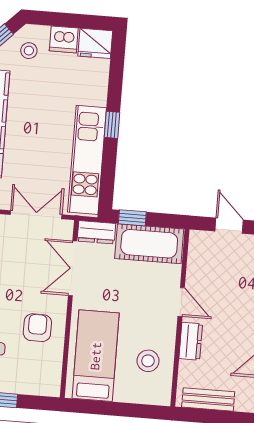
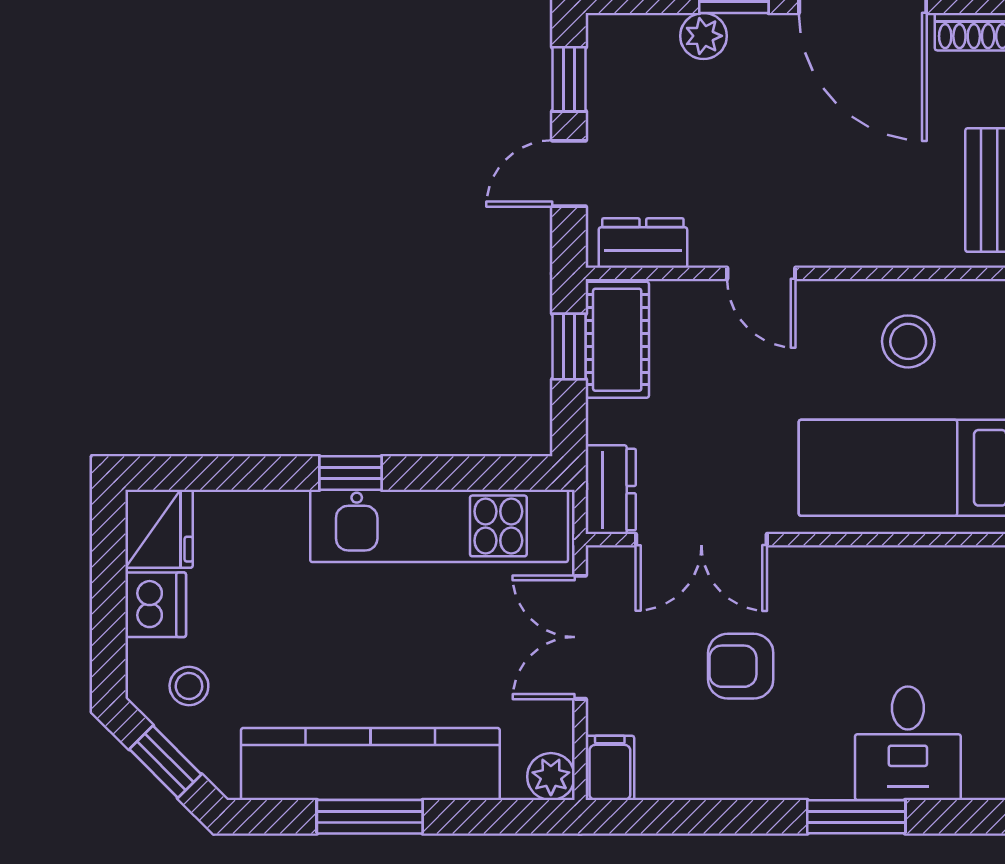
window: (132, 218) -> (569, 347), moved
cot: (149, 244) -> (617, 340), width x0.73, depth x0.75
door: (181, 302) -> (761, 273), swing flipped
armchair: (37, 328) -> (741, 666), moved
dresser: (191, 341) -> (643, 243), moved

